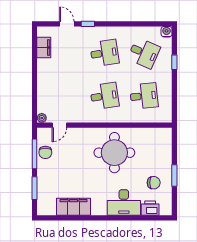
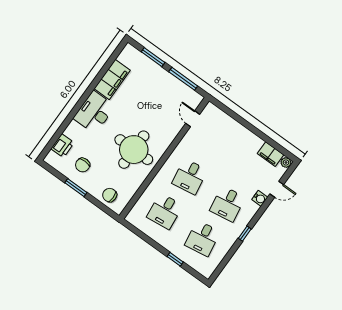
window: (88, 24) -> (245, 234), moved
water cooler: (167, 32) -> (260, 198), moved
desk: (144, 53) -> (203, 238), turned -33
plant: (42, 118) -> (286, 162), moved
chair: (45, 152) -> (110, 195), moved
desk: (124, 203) -> (94, 112), moved

